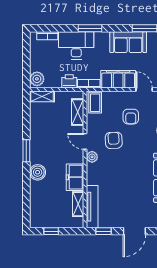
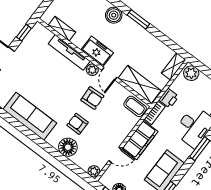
shelving: (78, 112) -> (139, 84), width x1.50, depth x1.33
armchair: (131, 117) -> (78, 124), moved
door: (85, 141) -> (109, 74), swing flipped
freezer: (75, 177) -> (97, 51), moved
tv unit: (92, 207) -> (69, 52), moved

